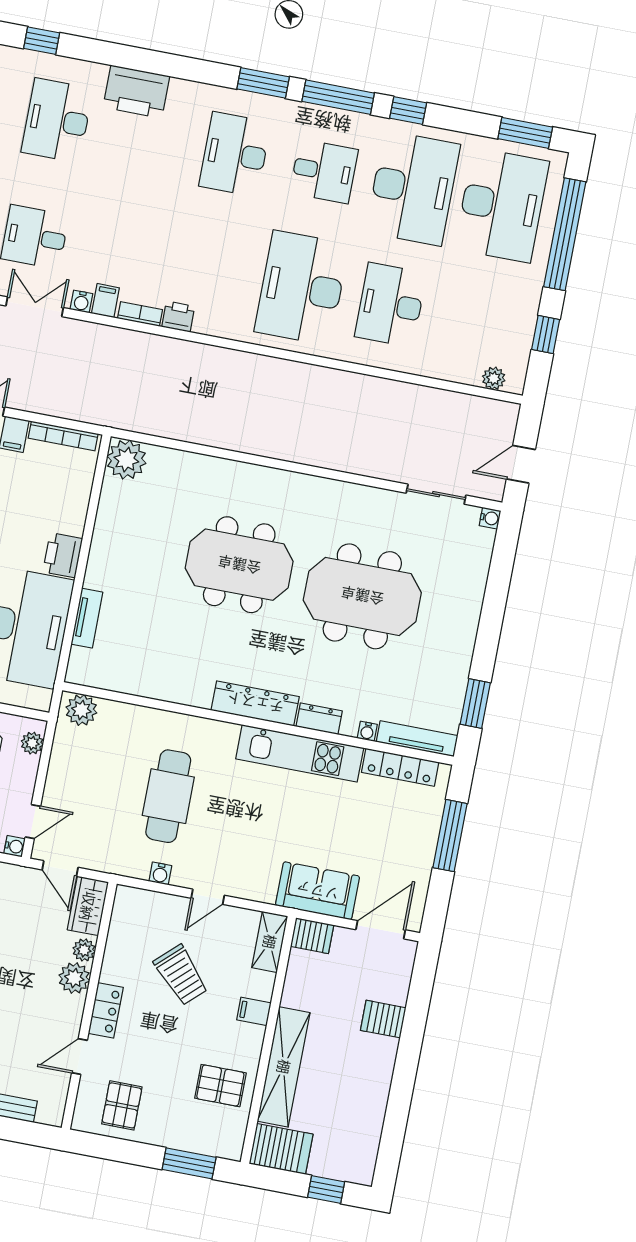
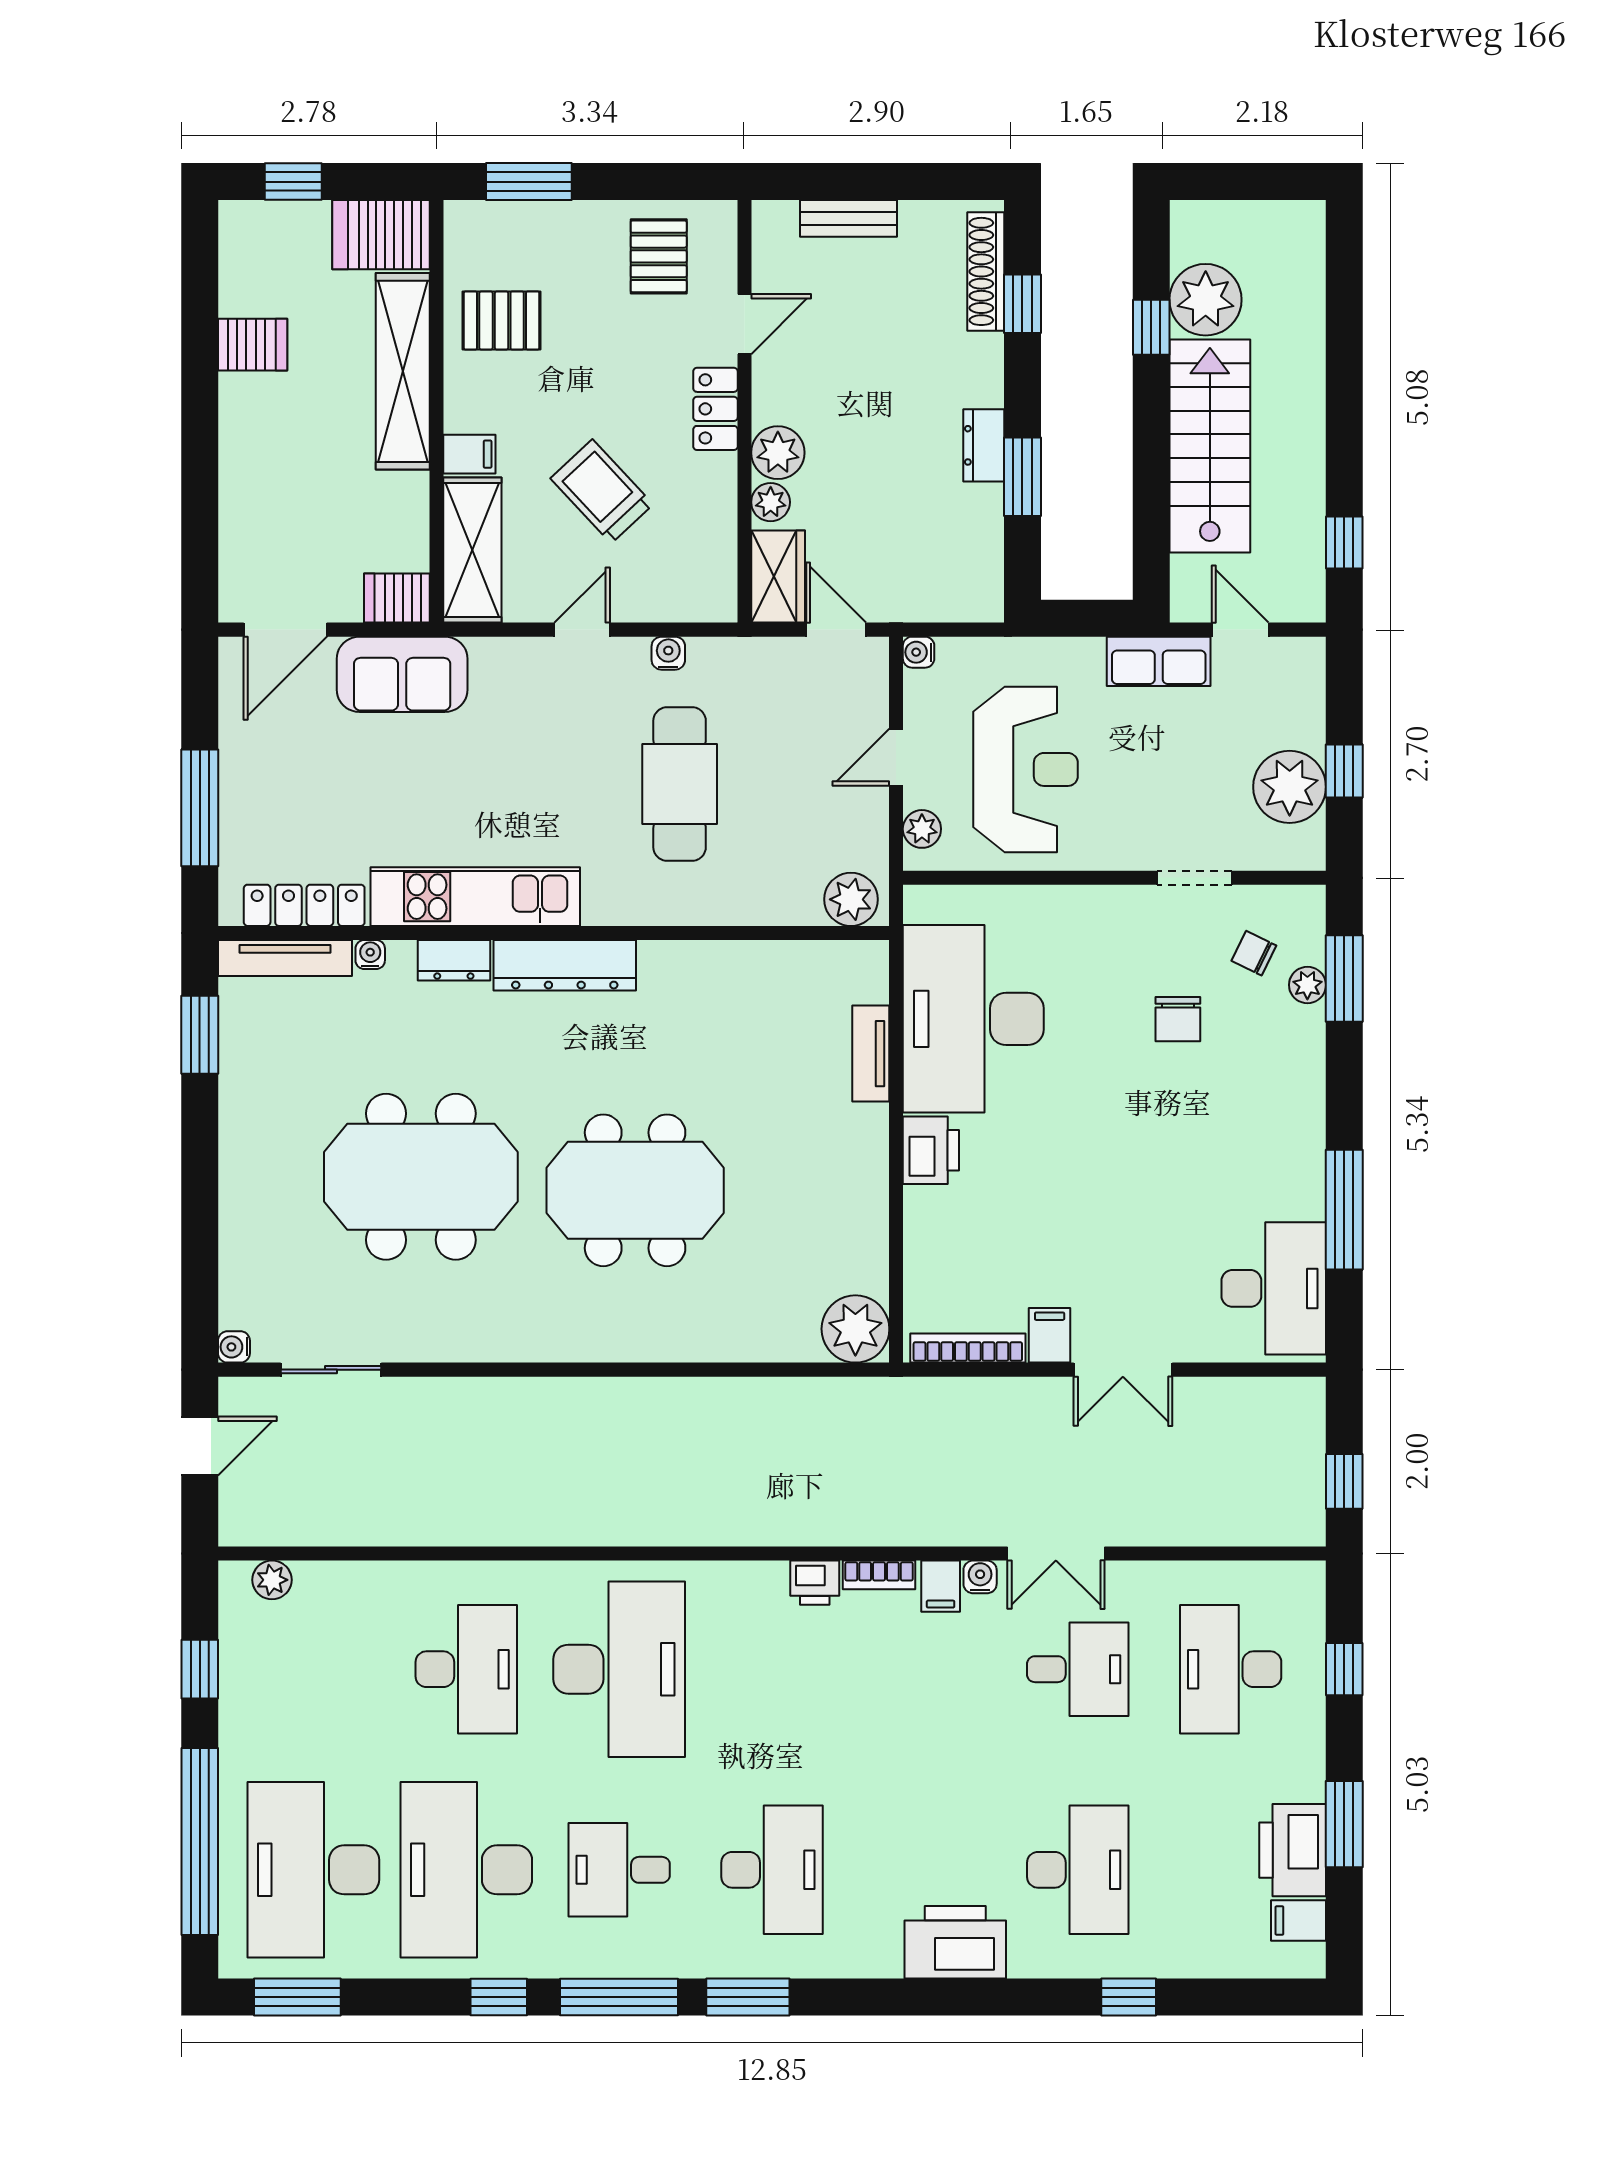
door: (33, 822) -> (896, 757), moved
shelving: (270, 942) -> (472, 550), width x1.50, depth x1.33
server rack: (383, 1019) -> (253, 345), moved

